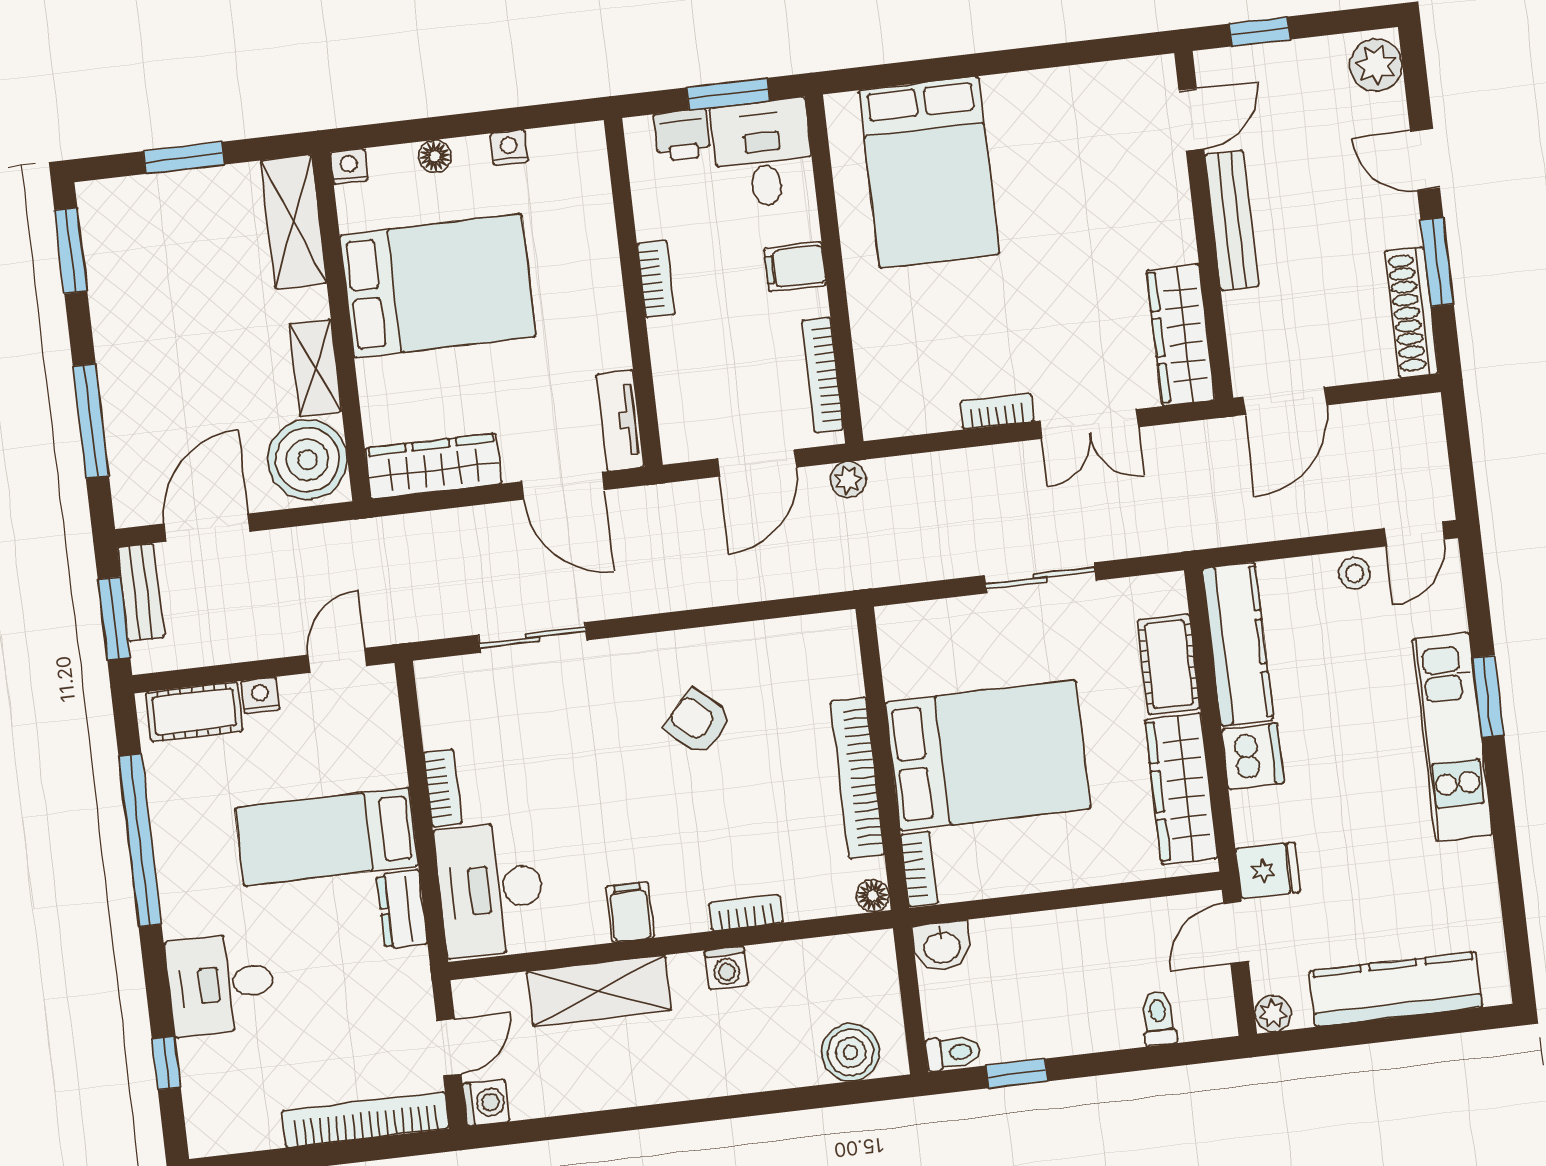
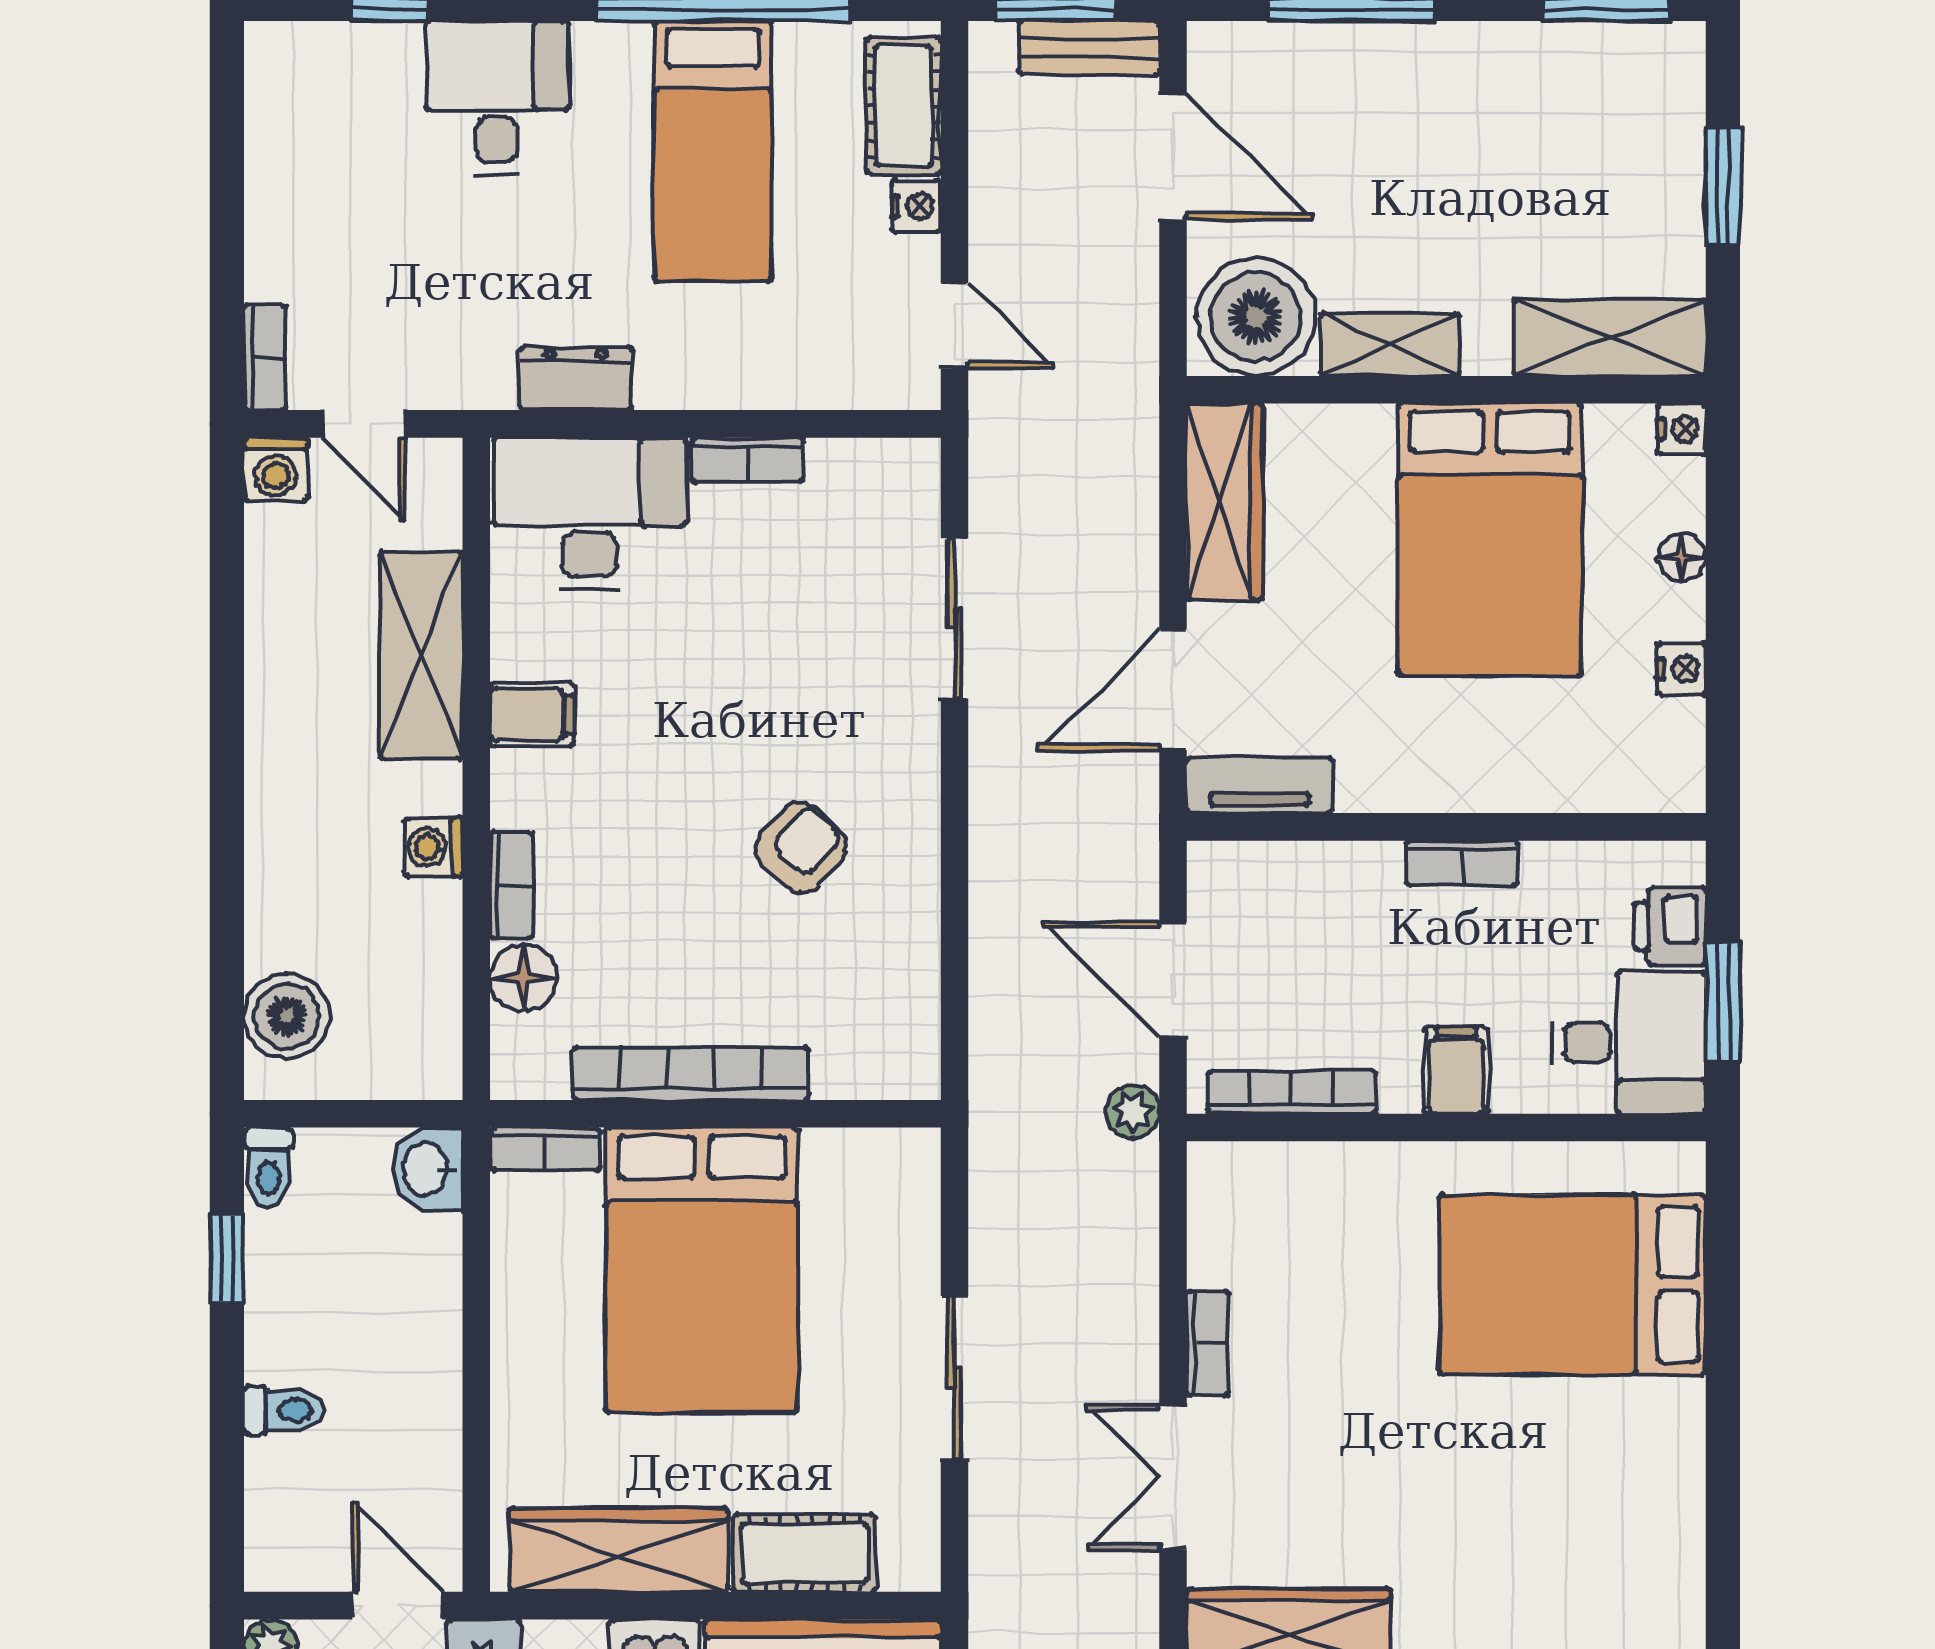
bed: (327, 837) -> (713, 151), moved, turned 180
floor lamp: (873, 896) -> (523, 977), moved, width x1.37, depth x1.37
toilet: (1159, 1018) -> (284, 1410), moved
bookcase: (365, 1120) -> (265, 357), width x0.43, depth x0.76

